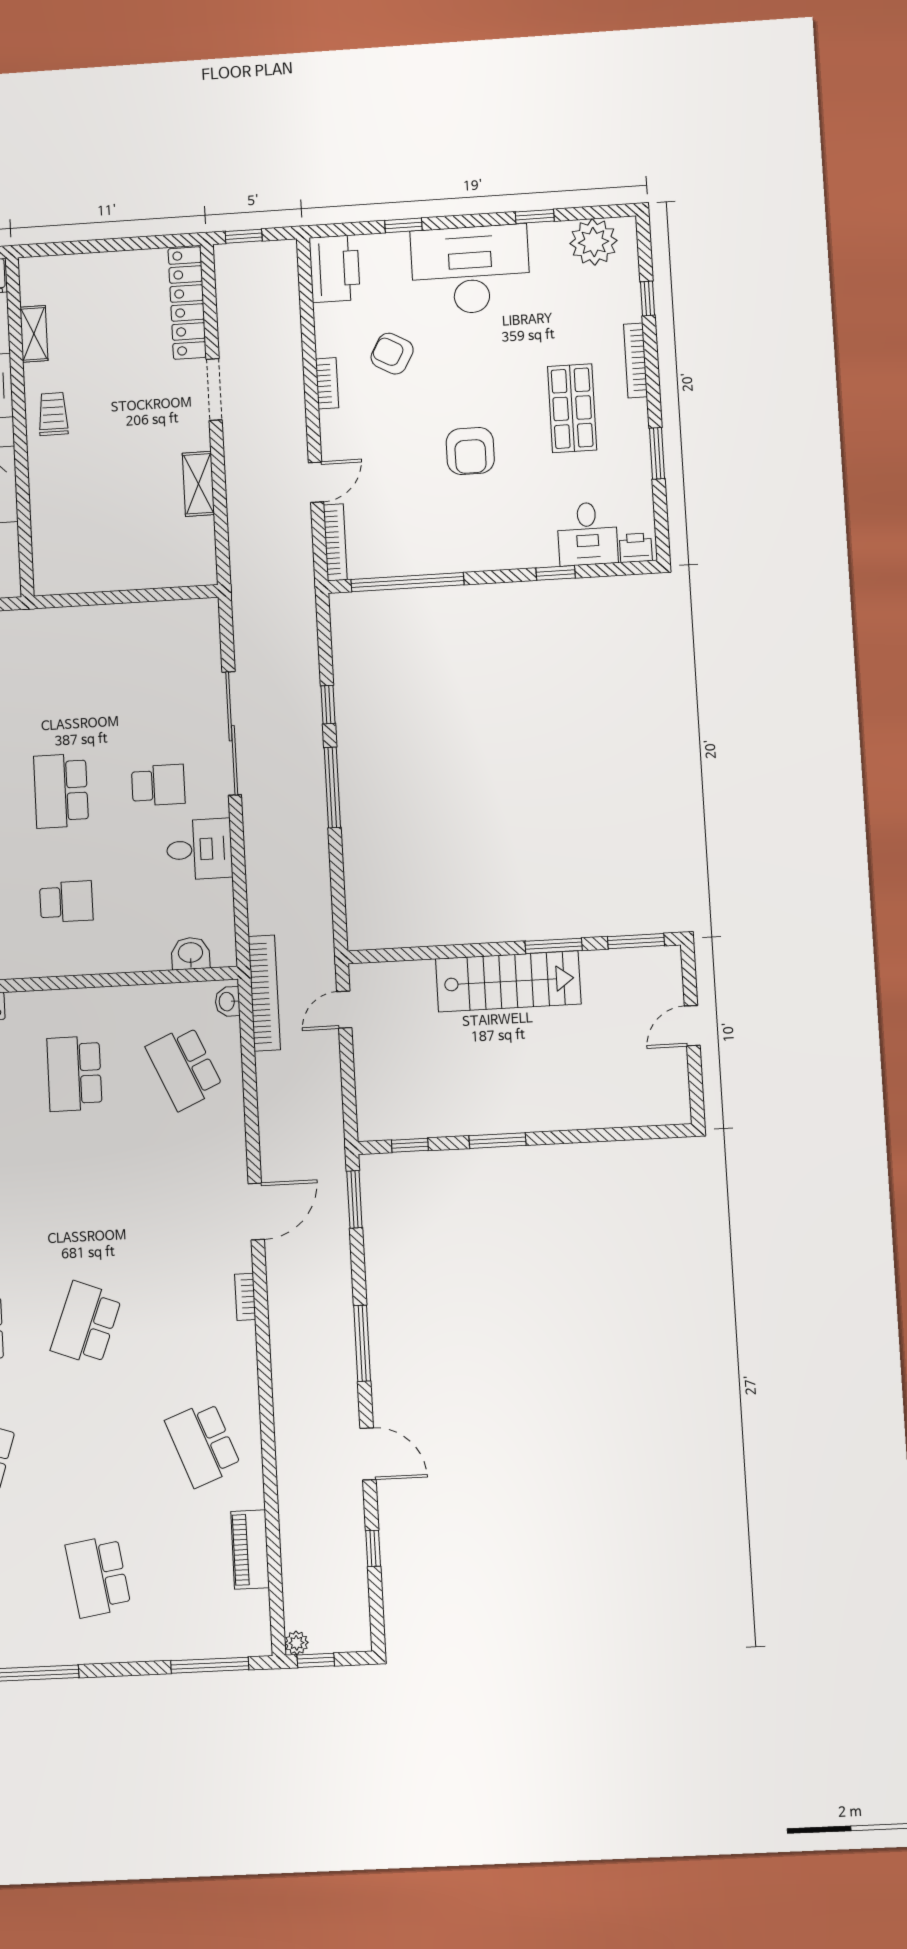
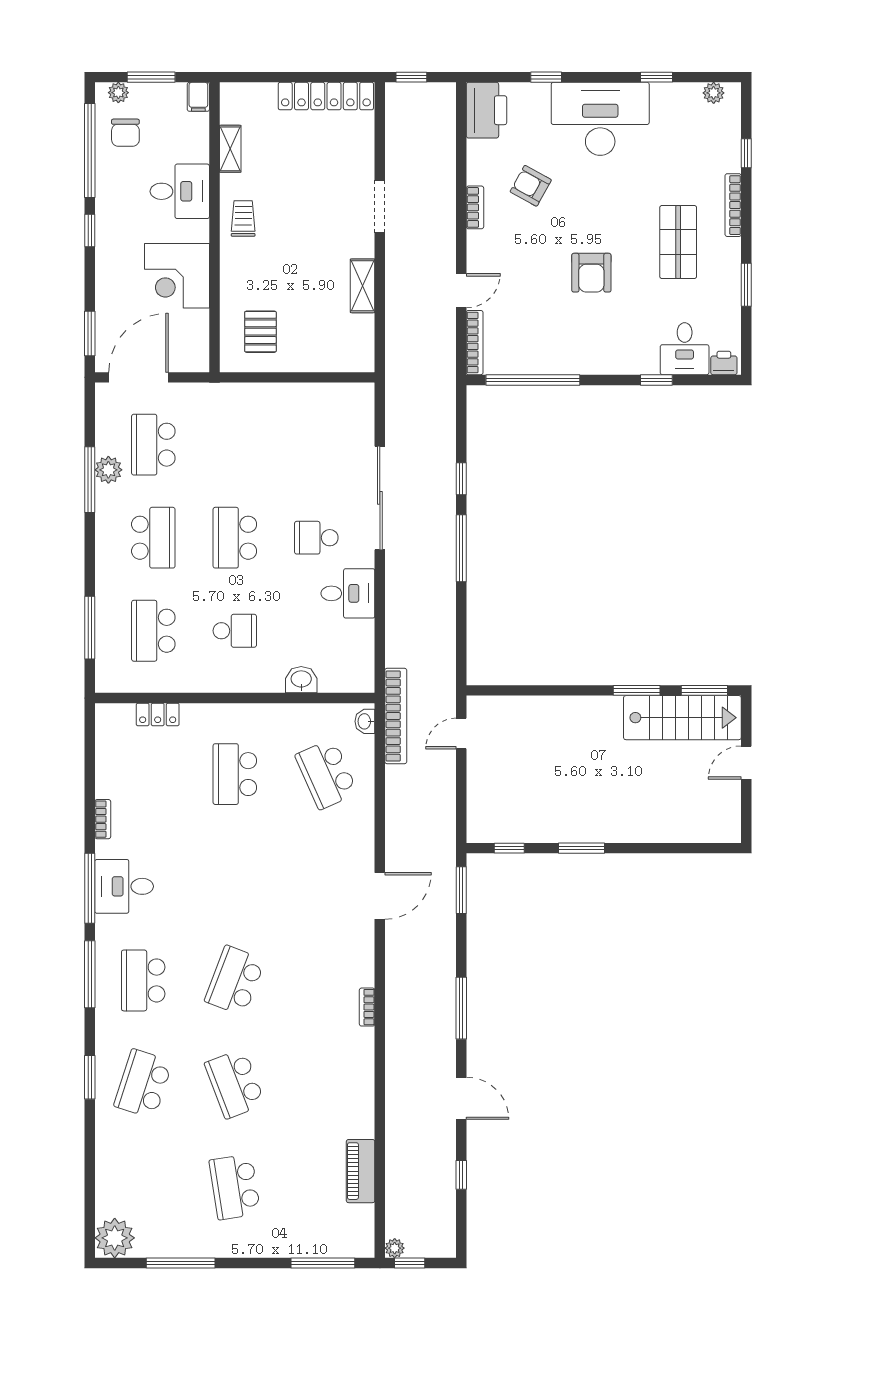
plant: (594, 242) -> (714, 93), width x0.53, depth x0.53
locker: (187, 303) -> (326, 96), moved, turned -90
pallet: (80, 545) -> (260, 332), added
school desk: (158, 785) -> (316, 538), turned 180
washbasin: (191, 953) -> (301, 680), moved
stairs: (508, 981) -> (682, 718), moved
bookcase: (245, 1297) -> (367, 1007), moved
school desk: (203, 1444) -> (235, 1084), moved

